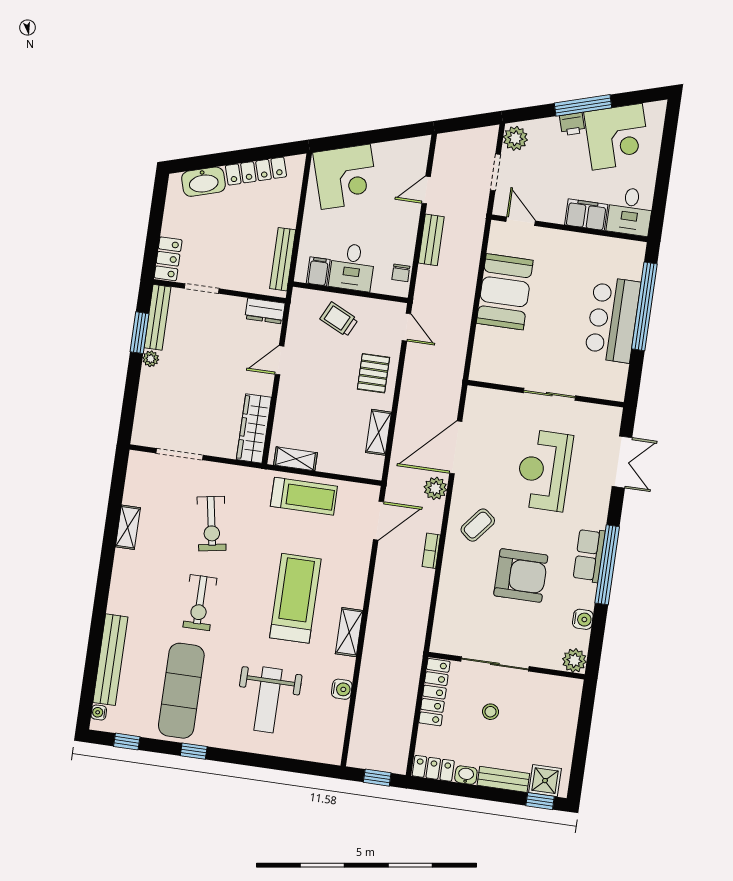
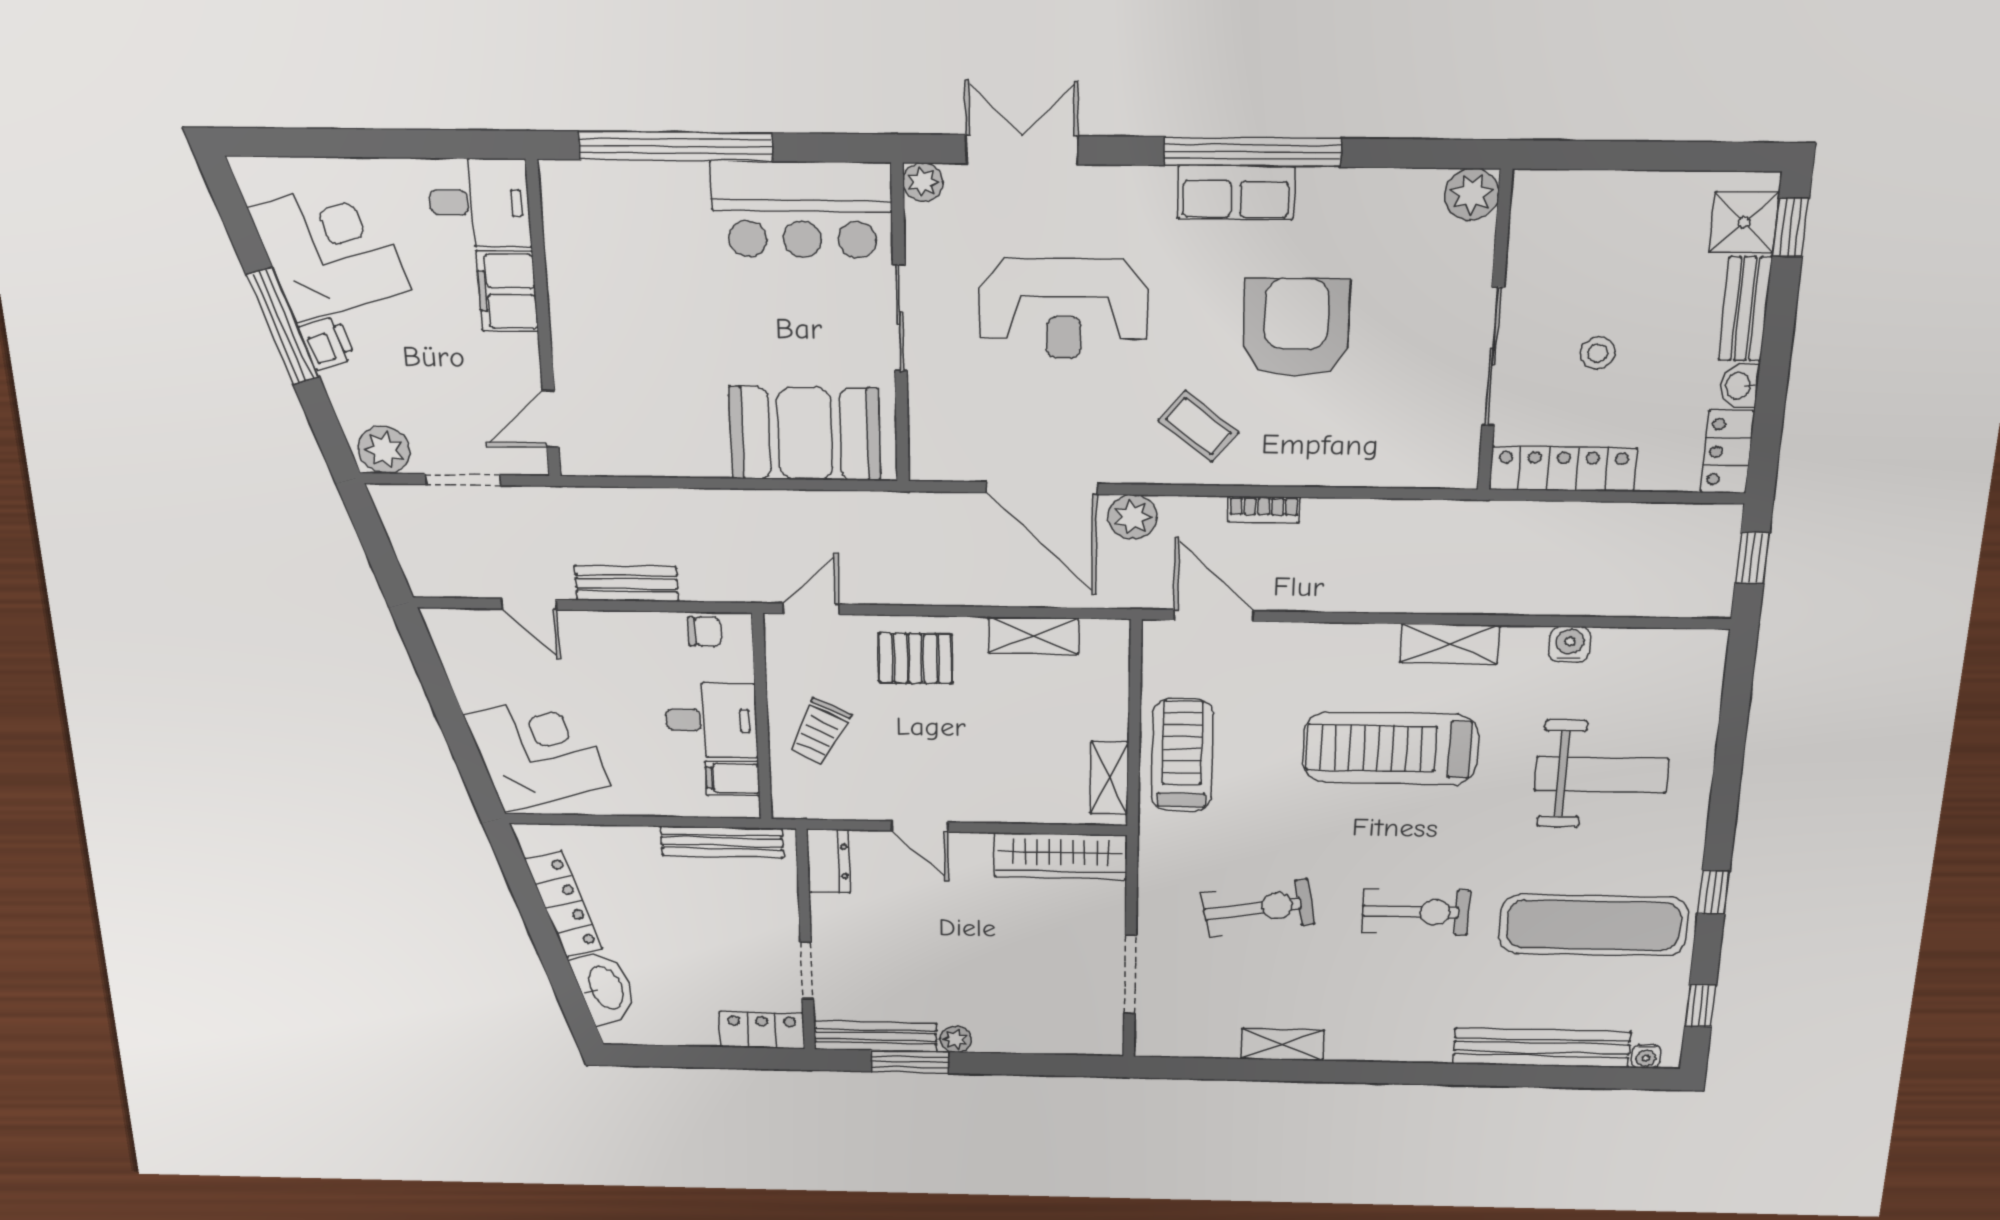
booth: (505, 292) -> (805, 434), moved
bar counter: (613, 320) -> (801, 210), moved
plant: (613, 415) -> (923, 182), added
water cooler: (583, 619) -> (1379, 188), removed

